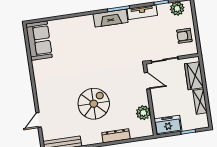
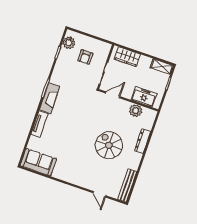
tv unit: (142, 12) -> (39, 124), moved
armchair: (184, 36) -> (85, 57), moved
shelving: (200, 102) -> (162, 67), moved
freezer: (168, 125) -> (144, 97), moved, turned 90

